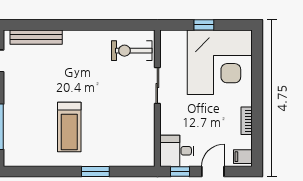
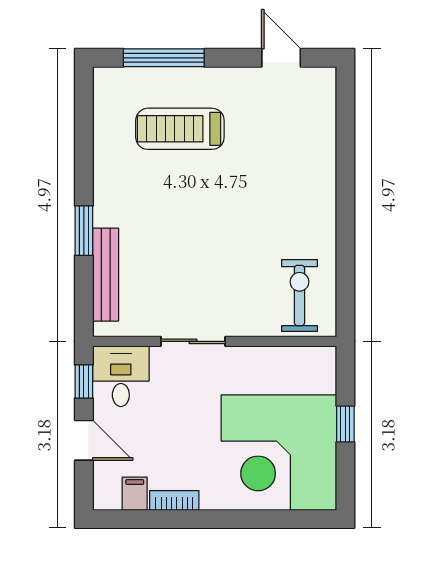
bench: (36, 37) -> (106, 275), moved
sliding door: (157, 85) -> (193, 341), moved
treadmill: (69, 127) -> (180, 129), moved
filing cabinet: (243, 157) -> (135, 494), moved

